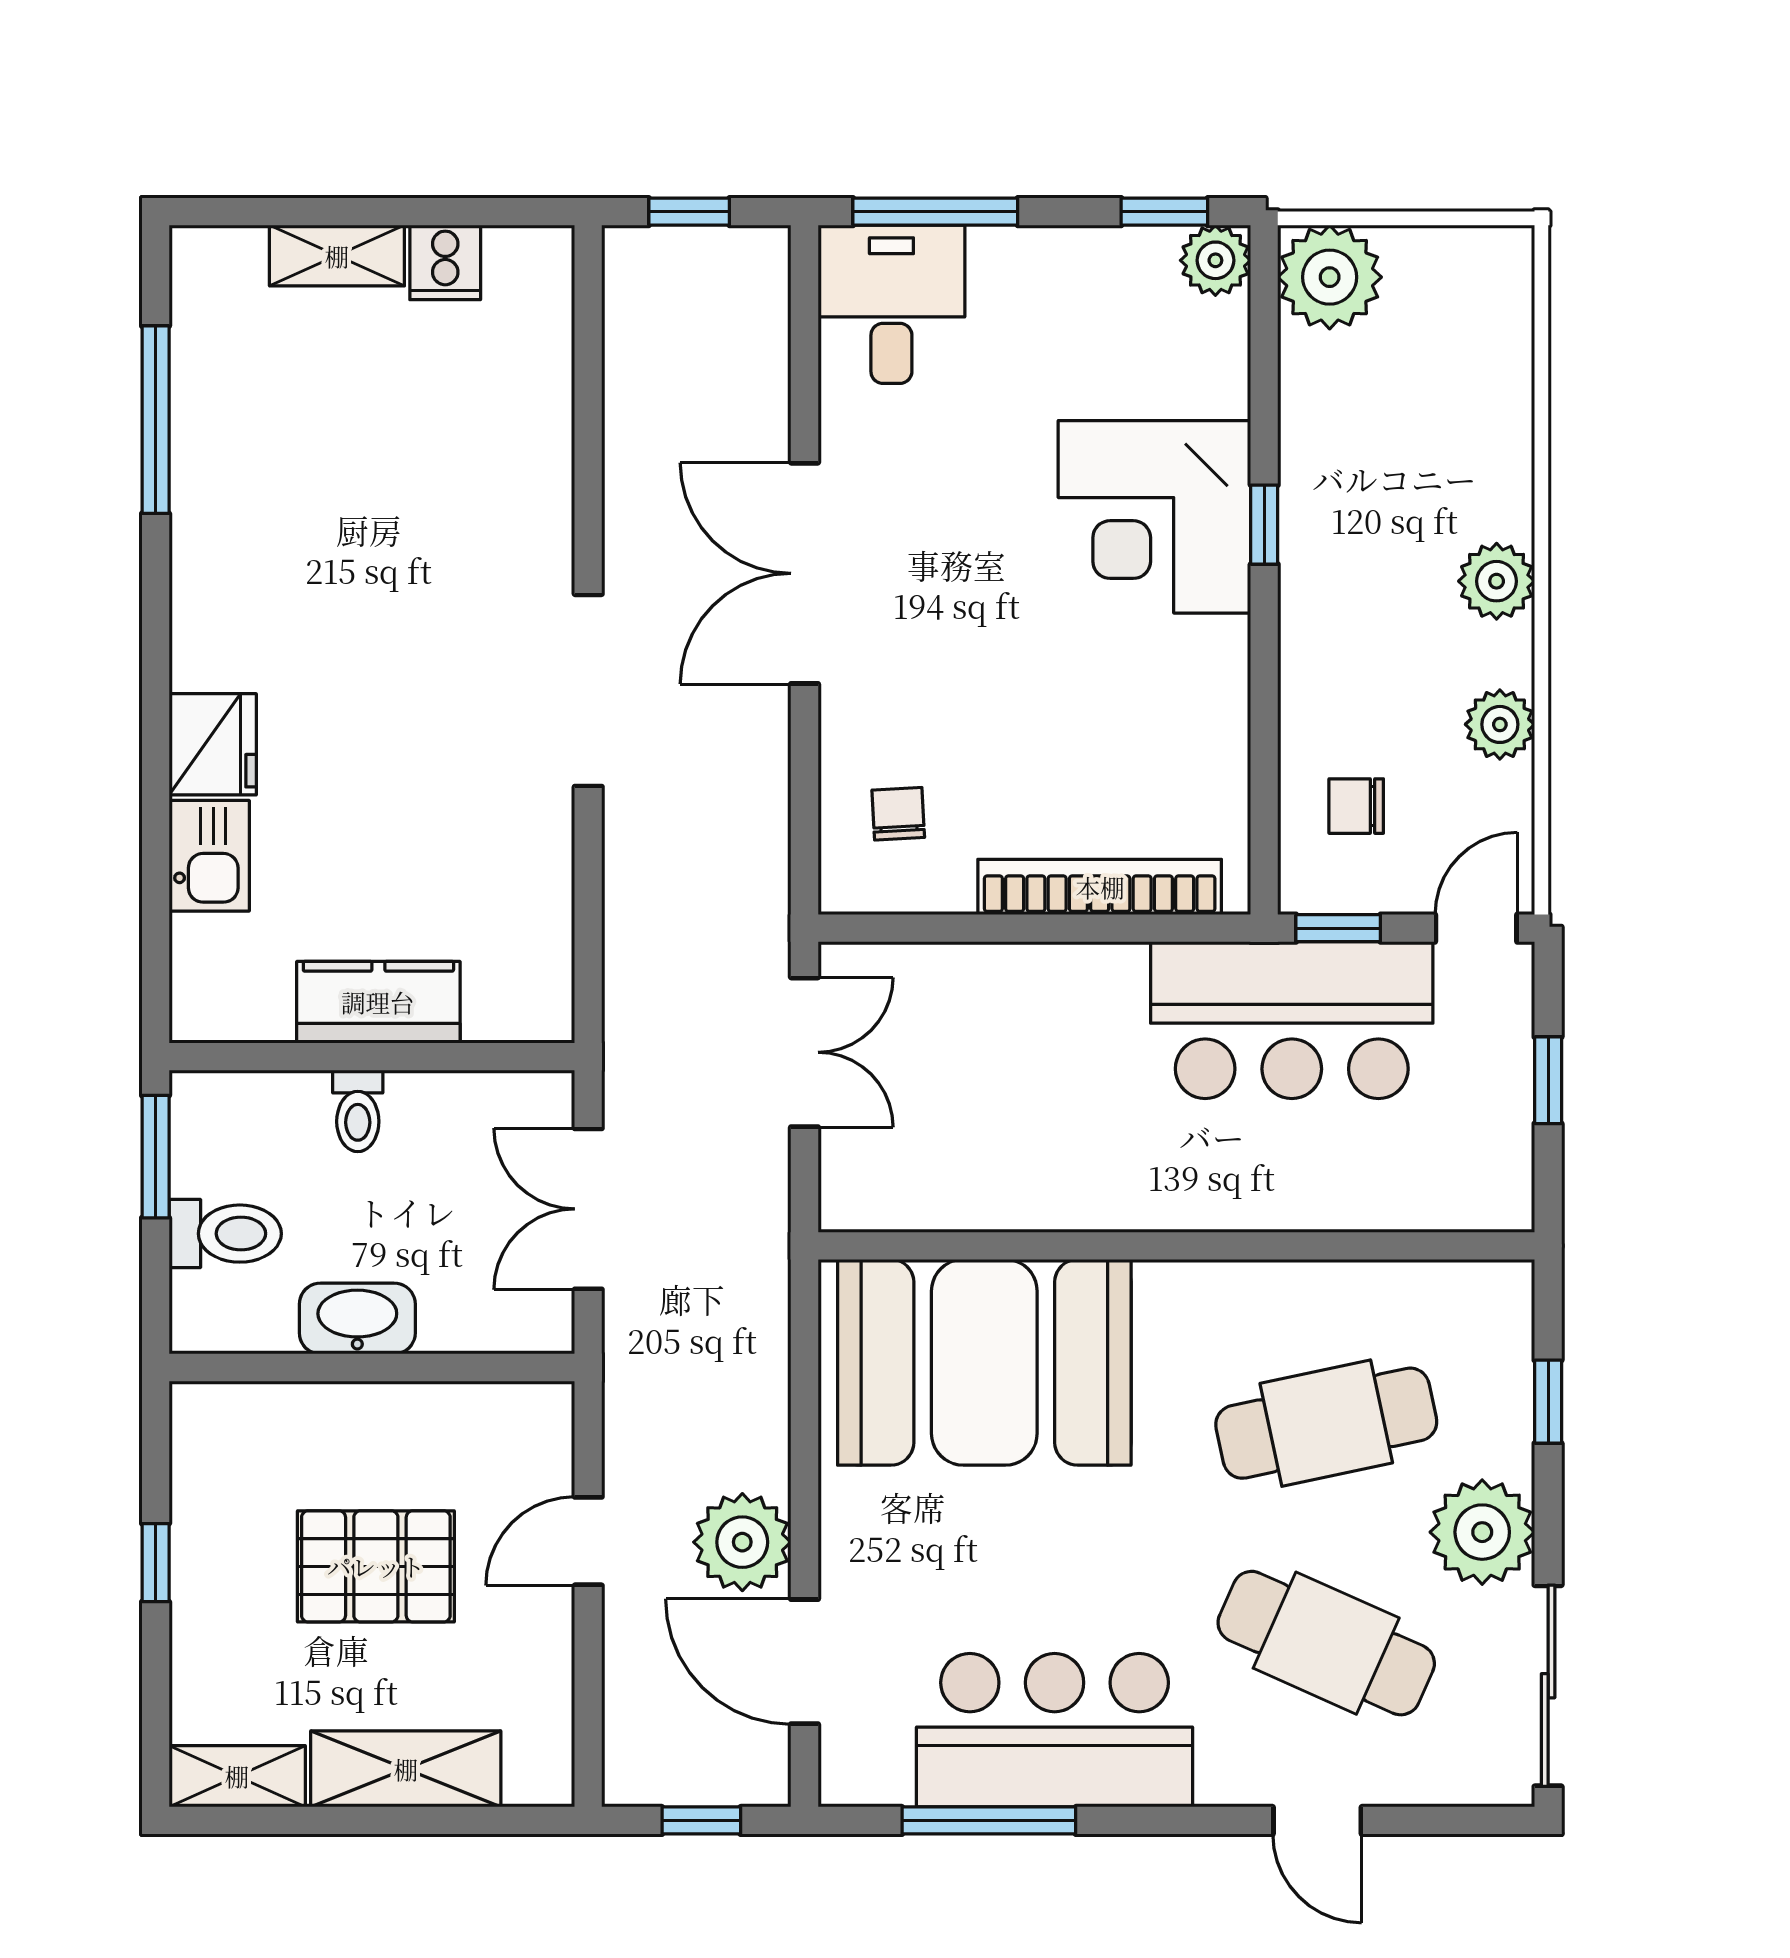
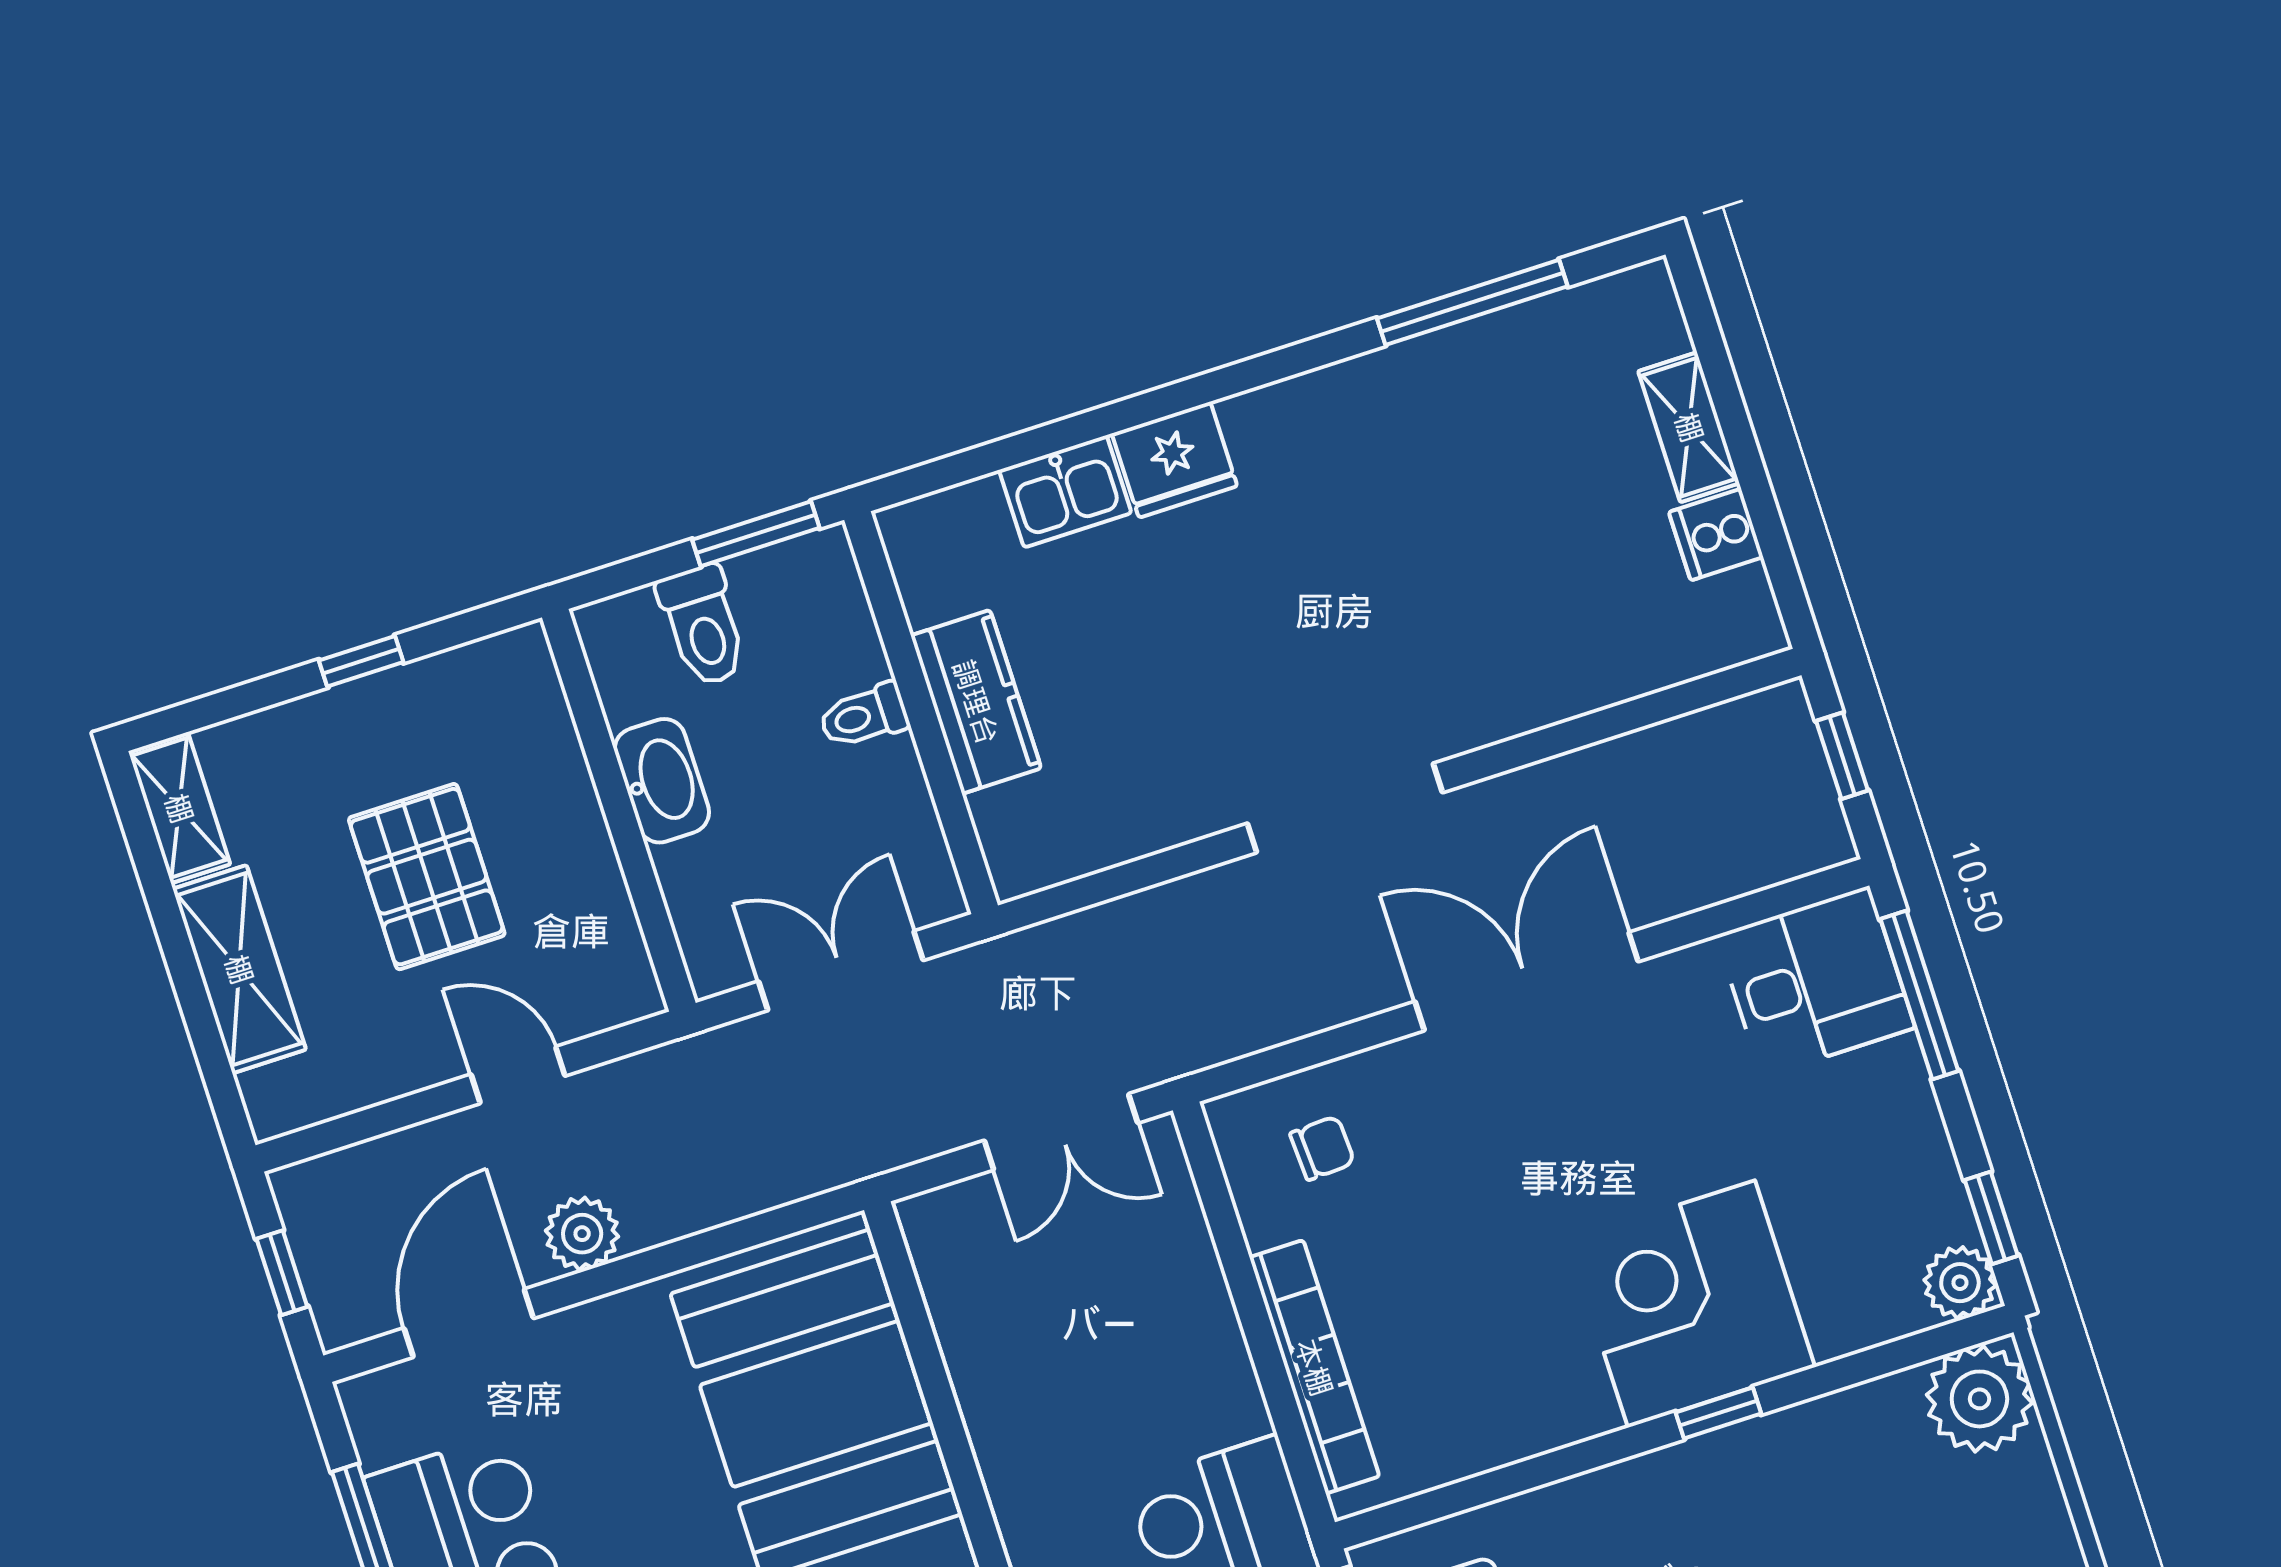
plant: (742, 1542) -> (582, 1234), width x0.73, depth x0.73

